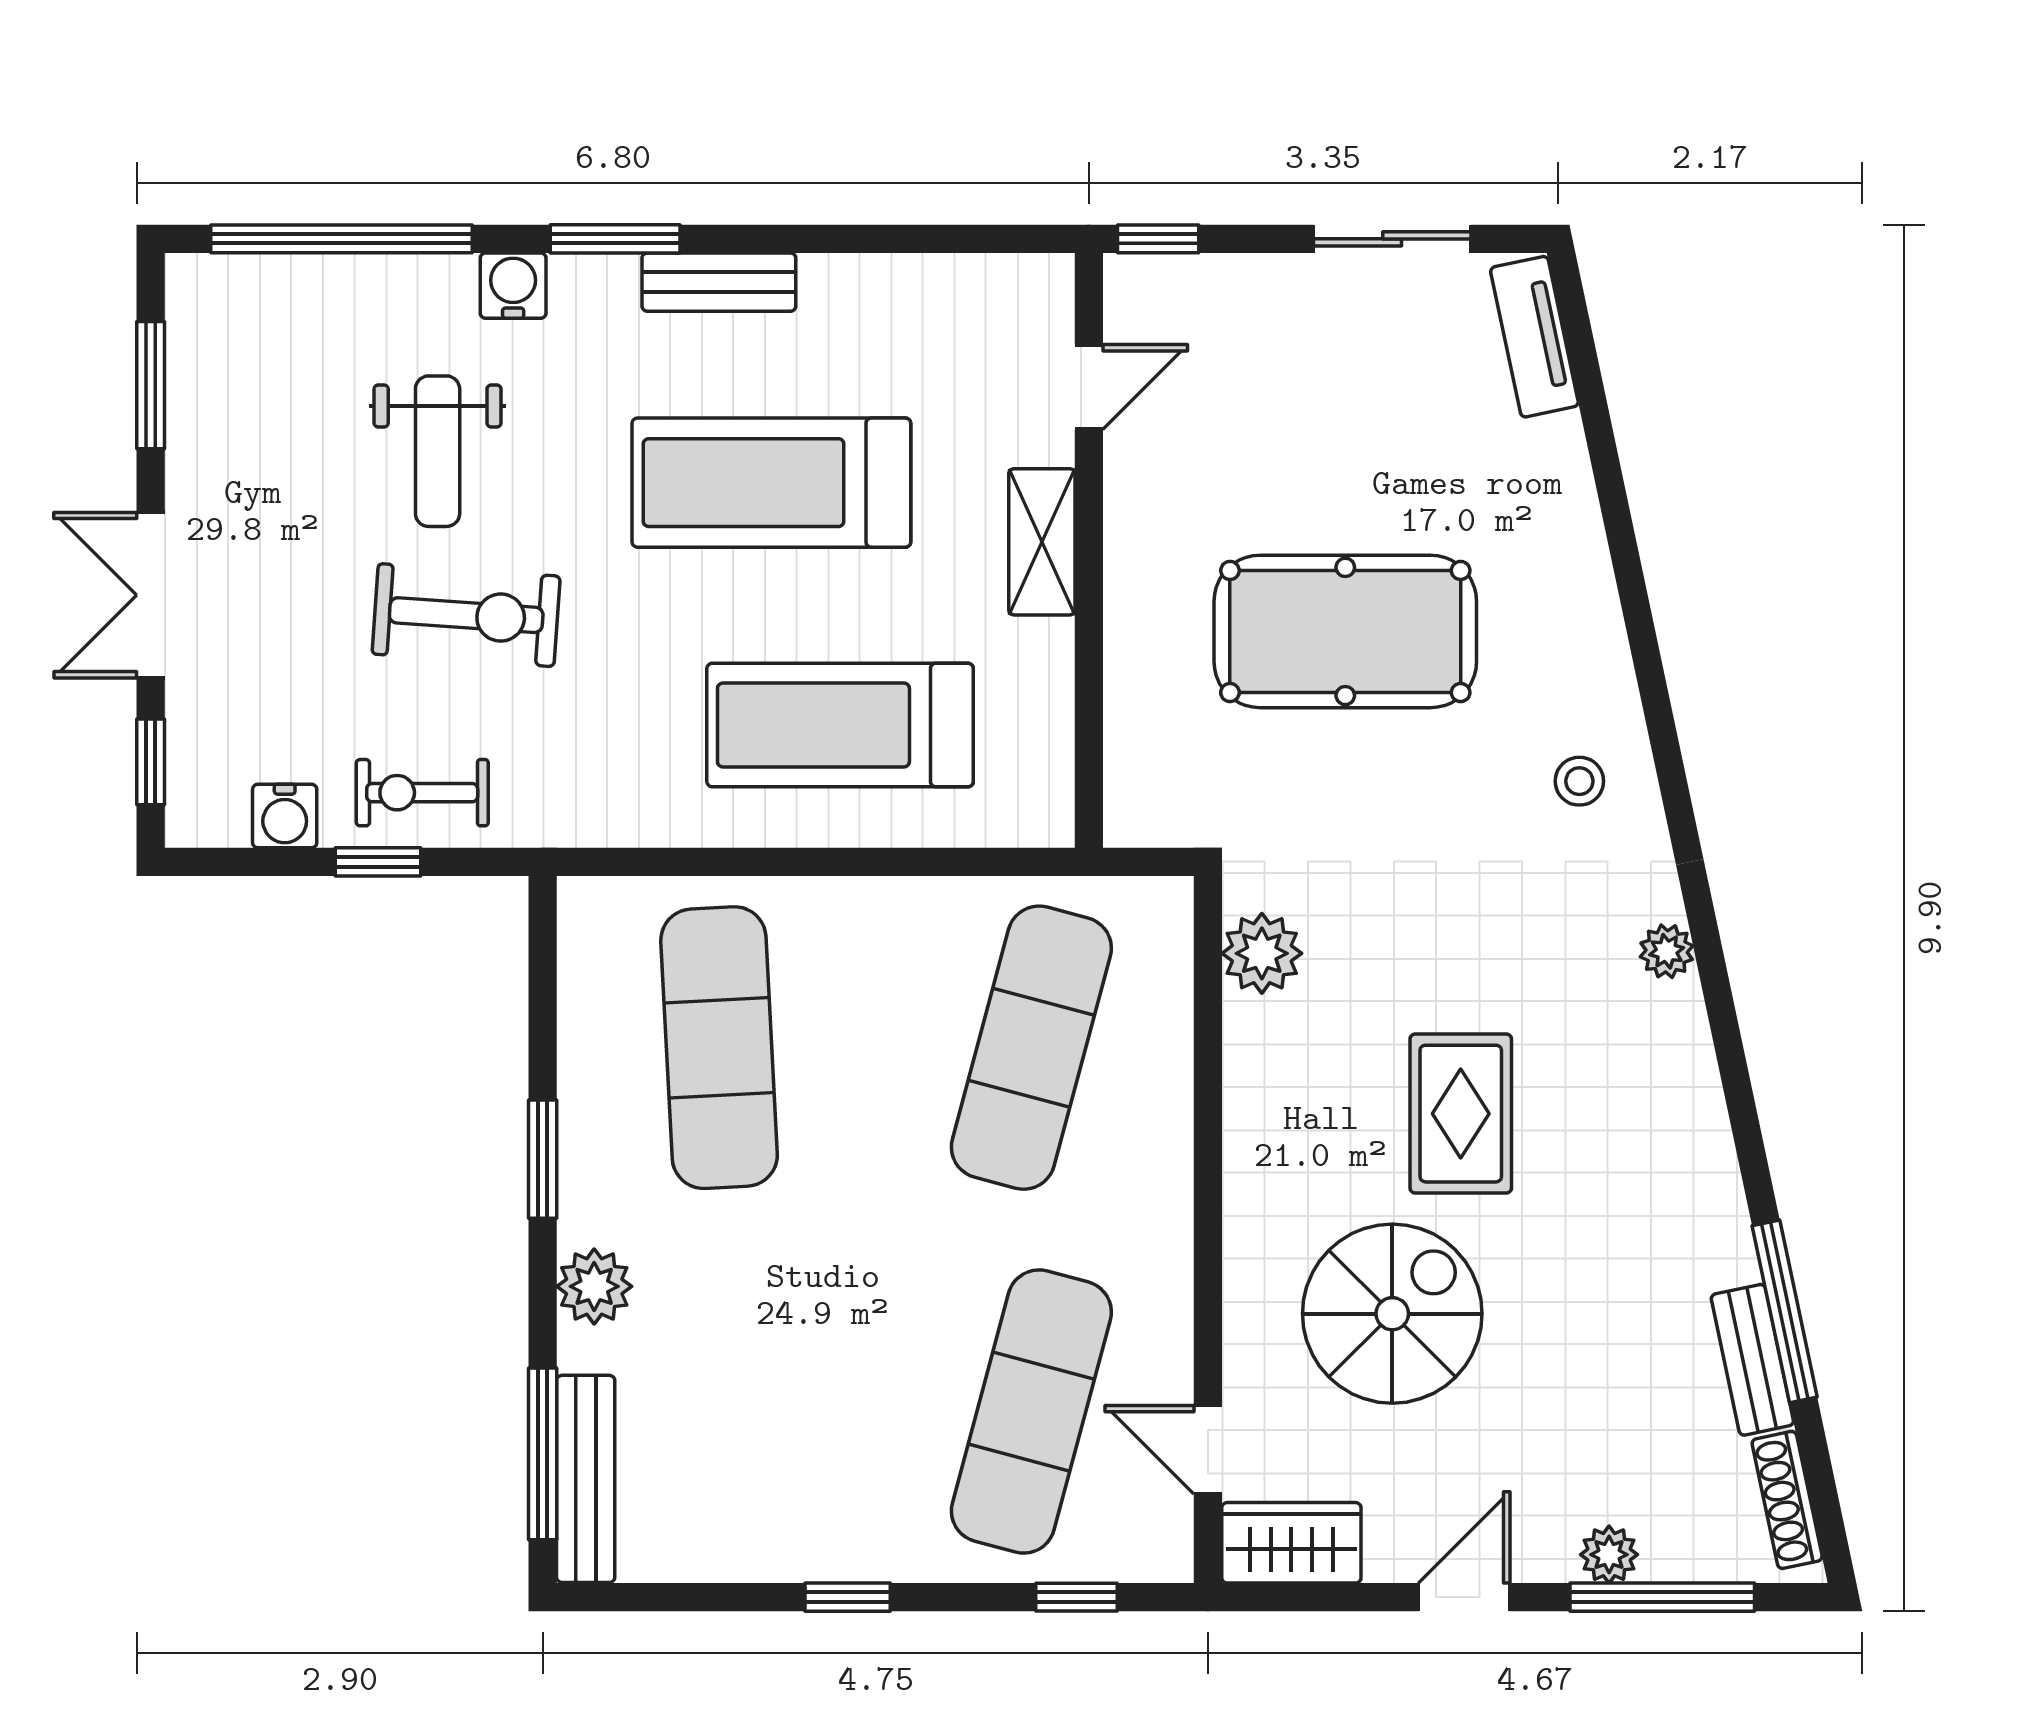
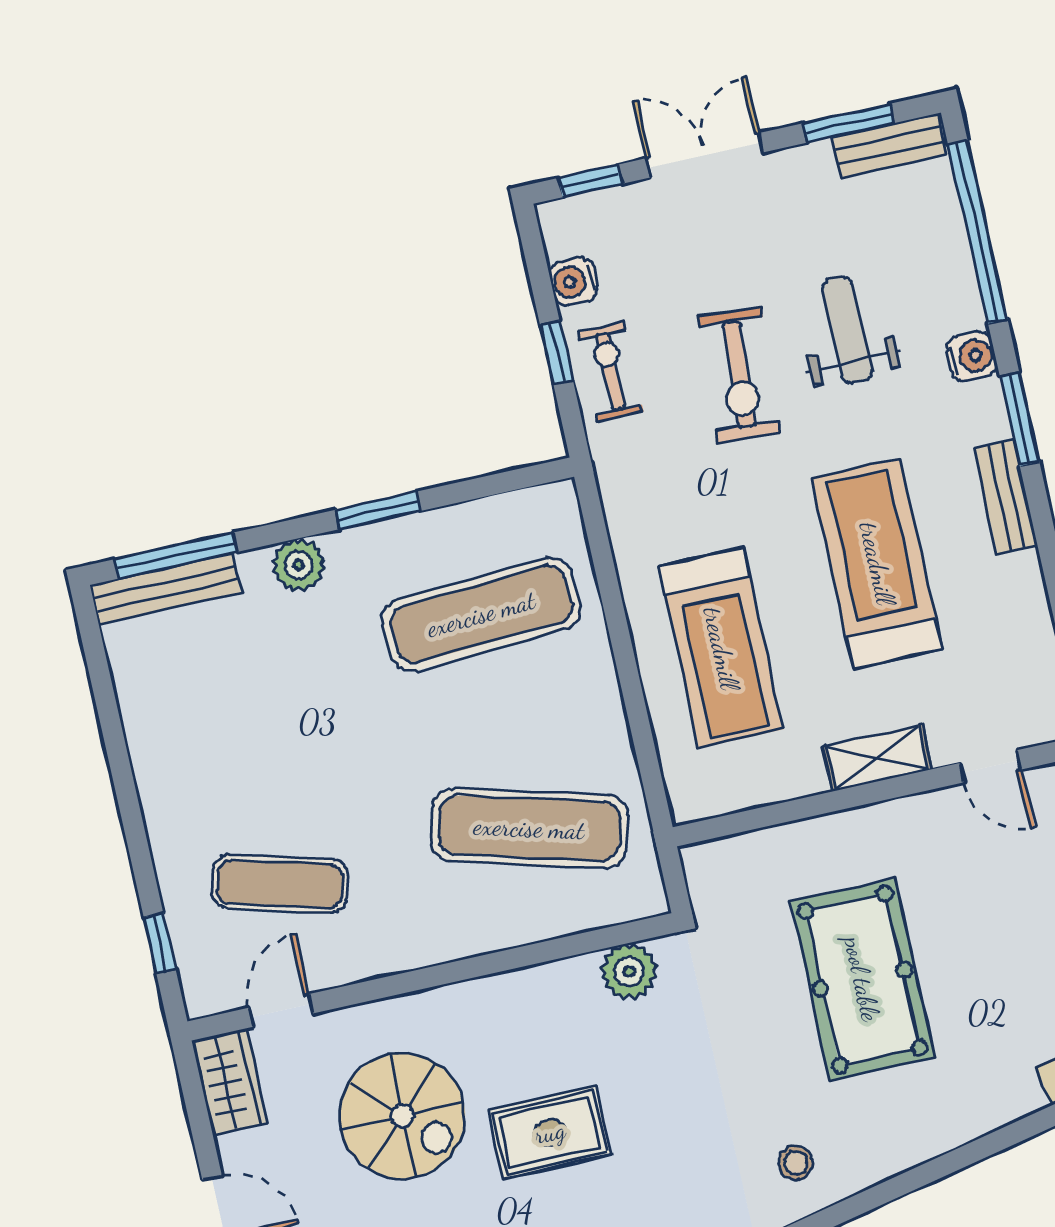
bench: (194, 335) -> (889, 145), added
weight bench: (438, 451) -> (847, 330), turned 90
treadmill: (840, 725) -> (721, 648), turned 180
exercise mat: (1031, 1412) -> (280, 884), width x0.73, depth x0.69
window: (848, 1597) -> (125, 786), removed

